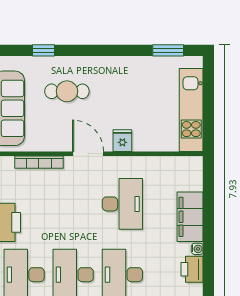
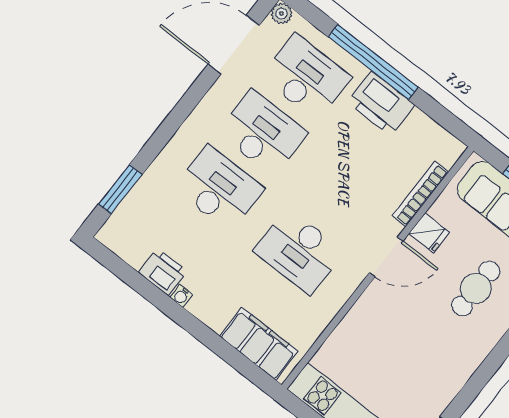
fridge: (122, 141) -> (429, 233), moved
filing cabinet: (190, 217) -> (259, 344), moved

